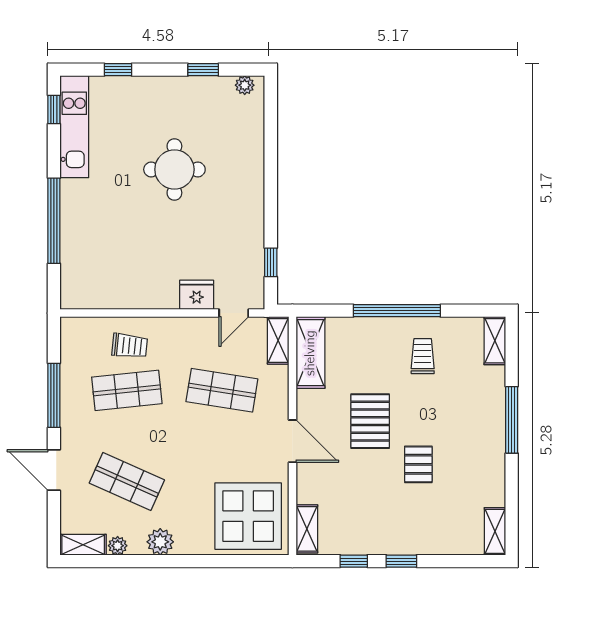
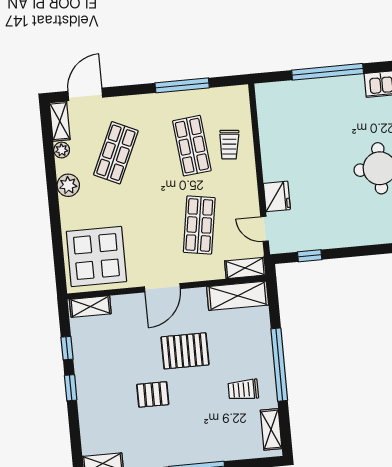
shelving: (495, 341) -> (271, 429), moved, turned 90
trolley: (423, 356) -> (243, 390), turned 180
door: (54, 470) -> (85, 94), moved

